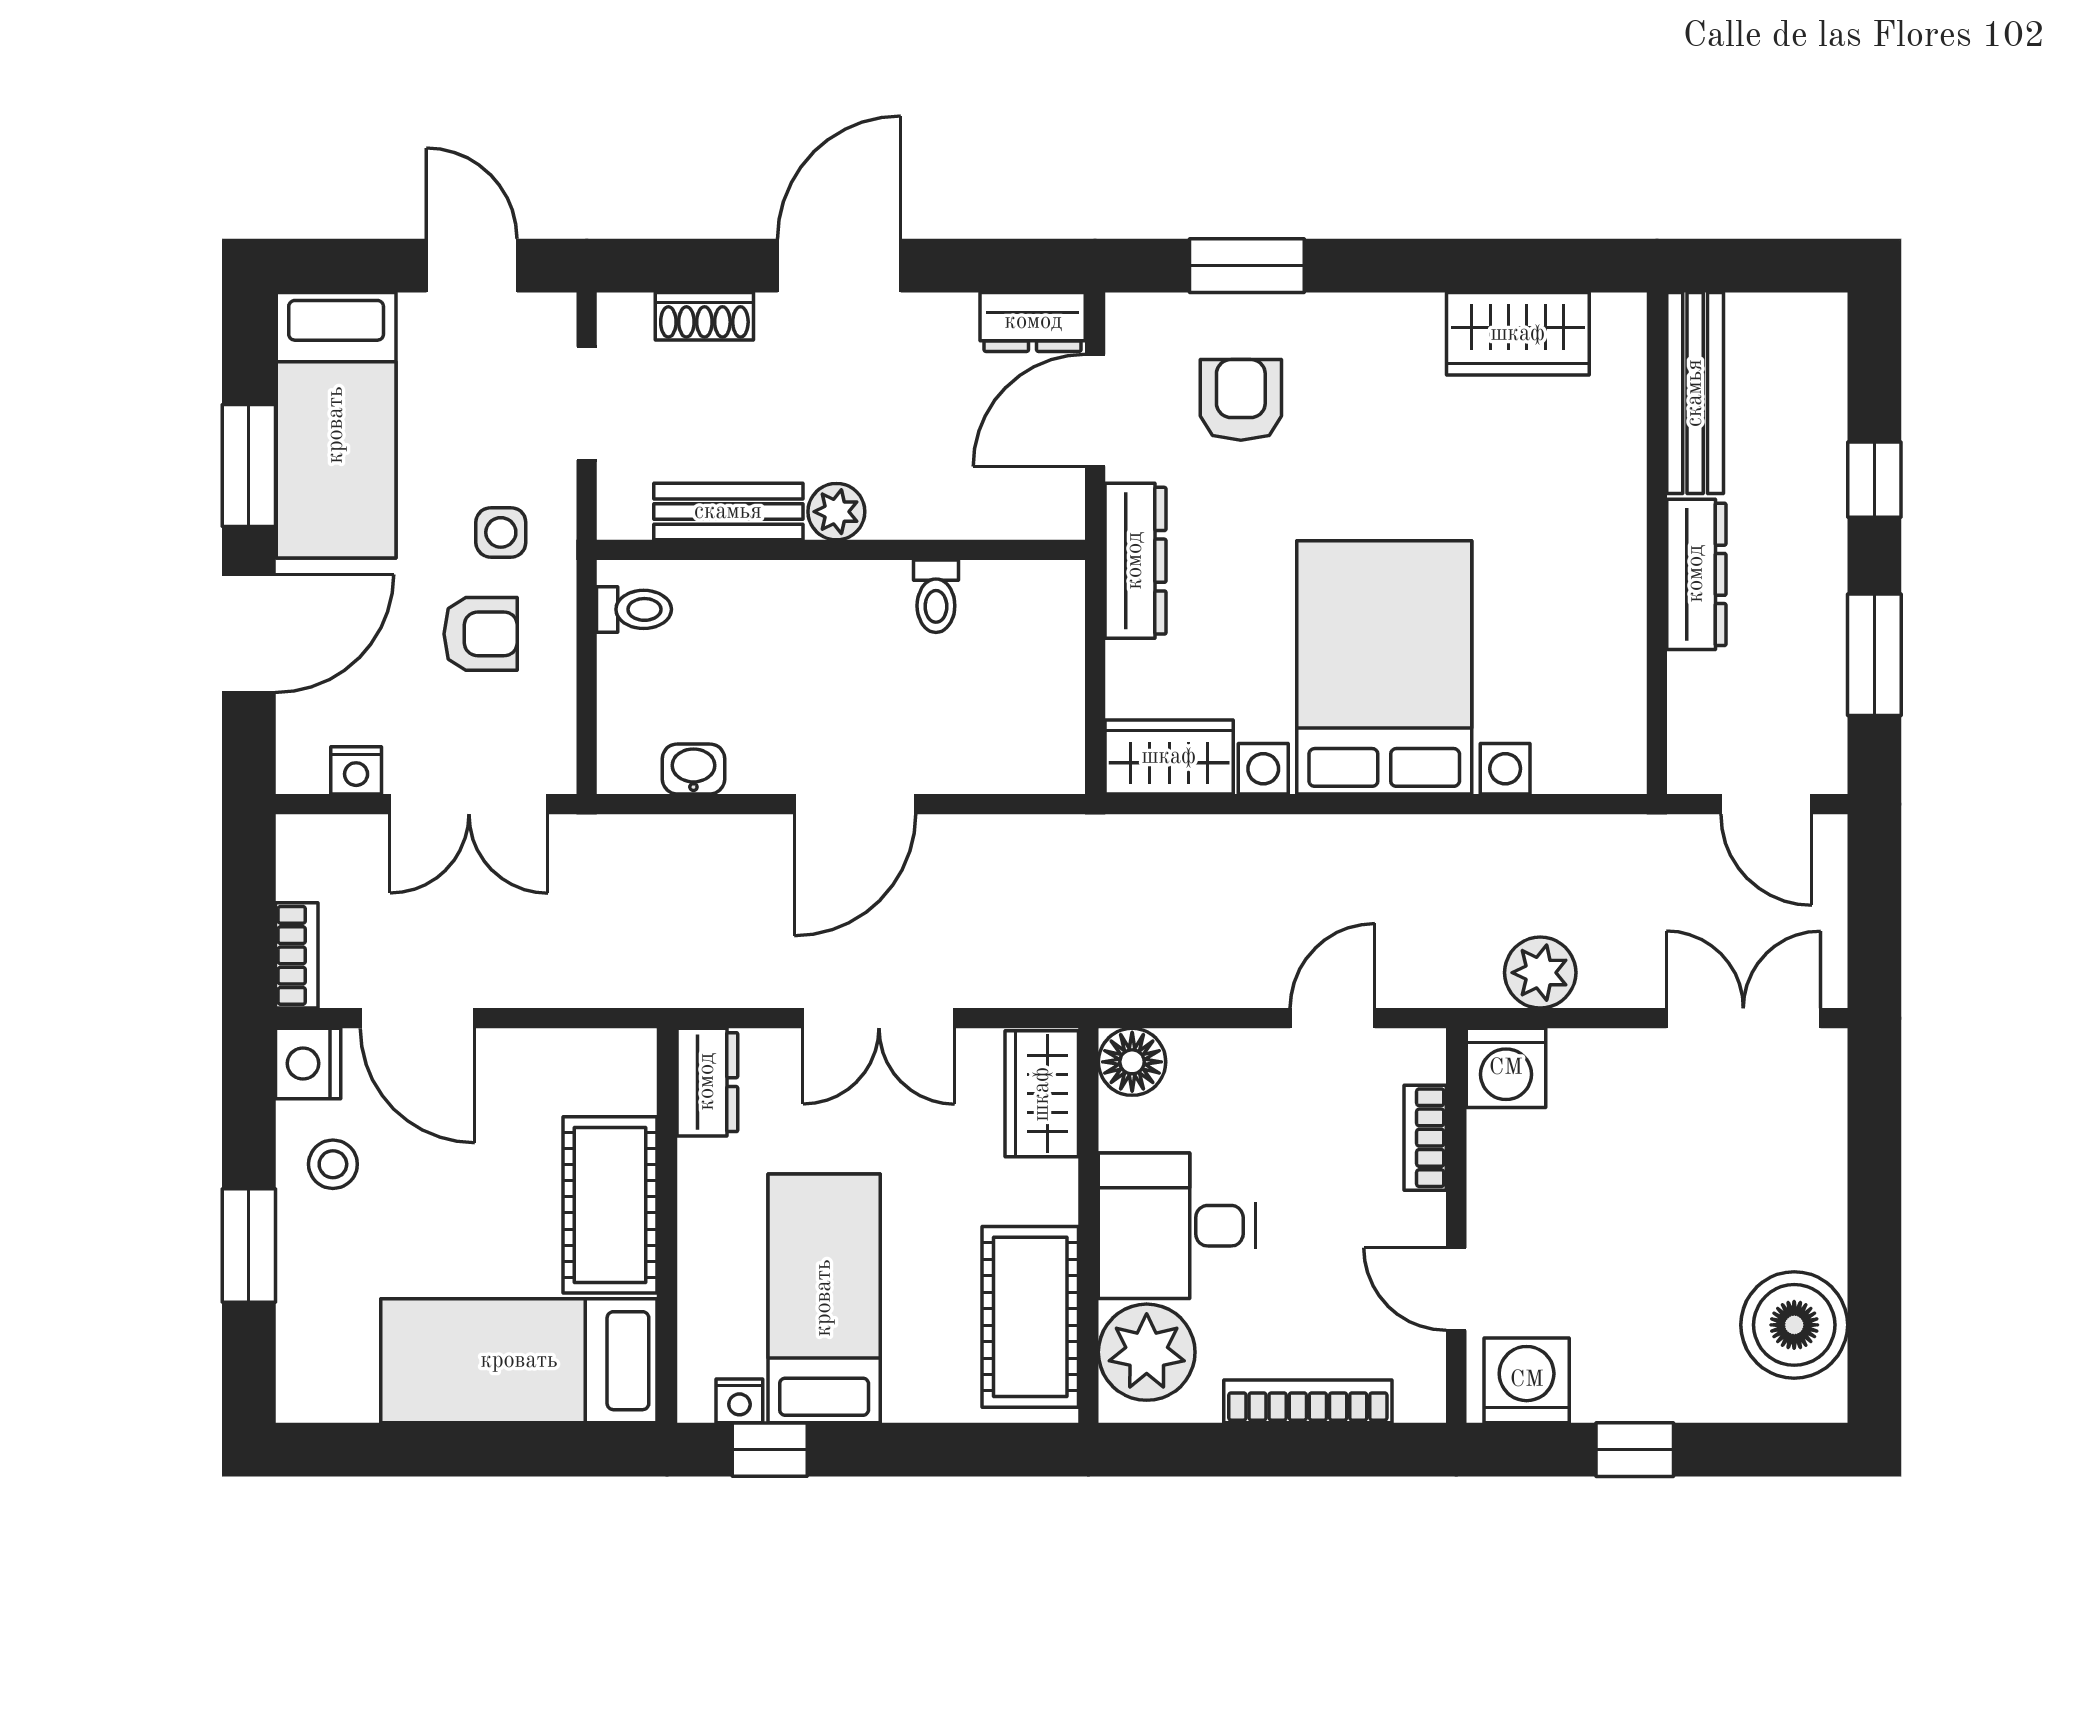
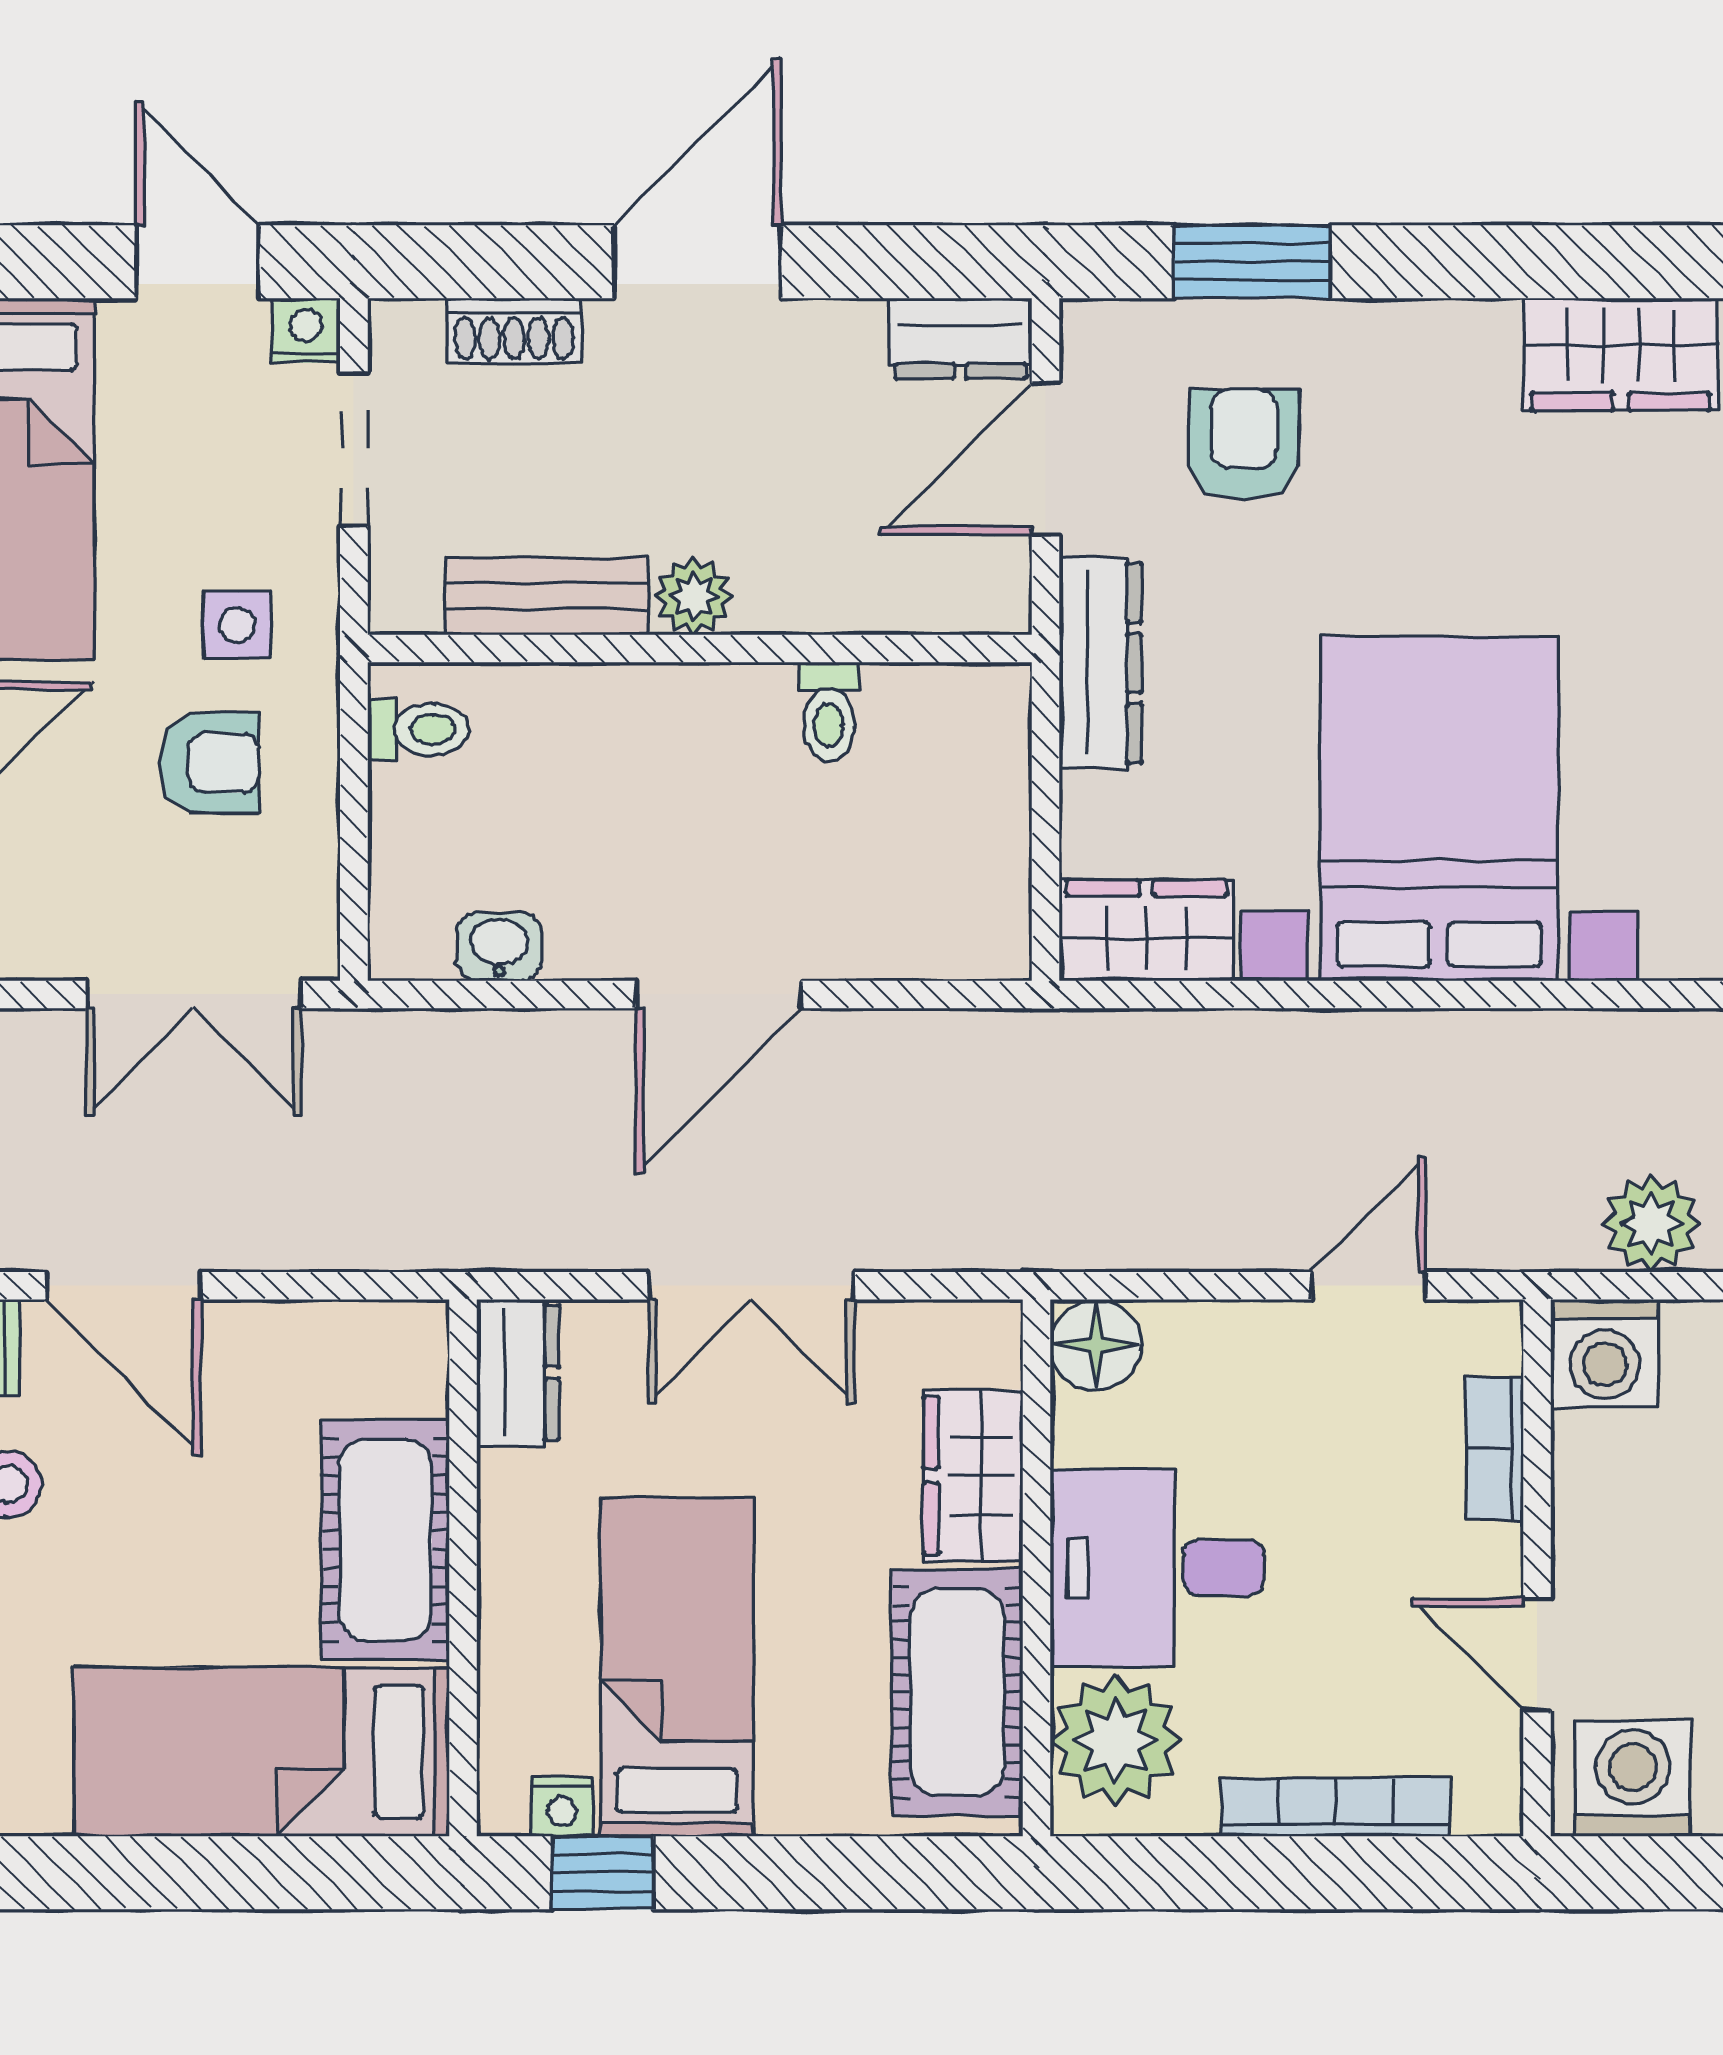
nightstand: (356, 770) -> (306, 331), moved, turned 180
wardrobe: (1042, 1094) -> (973, 1476), moved

